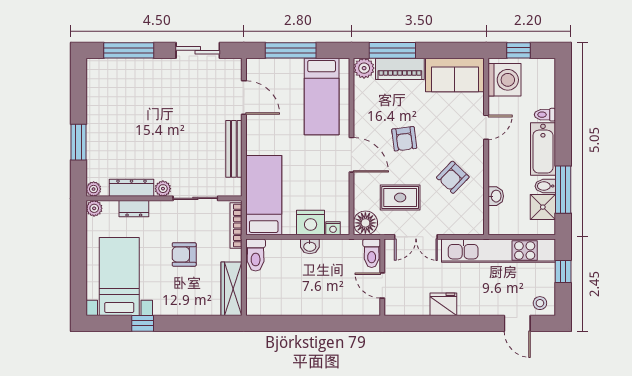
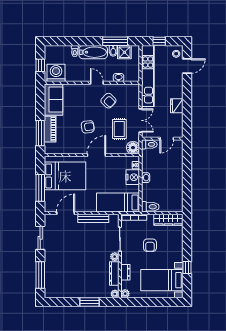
plant: (364, 68) -> (50, 148), removed
bed: (322, 97) -> (65, 176), width x1.50
door: (486, 127) -> (97, 83), moved

